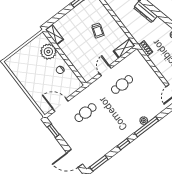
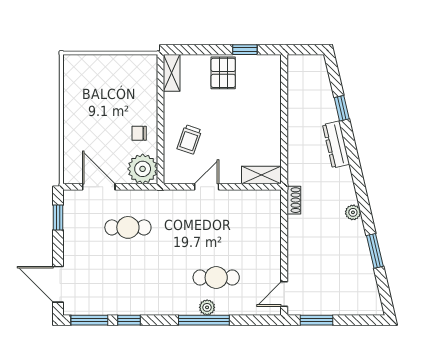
pallet: (76, 18) -> (223, 73), added
trolley: (98, 30) -> (189, 139), moved
plant: (48, 52) -> (143, 169), moved
cafe table: (122, 84) -> (216, 278), moved
window: (124, 144) -> (129, 320), moved

